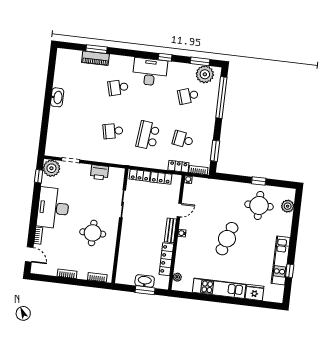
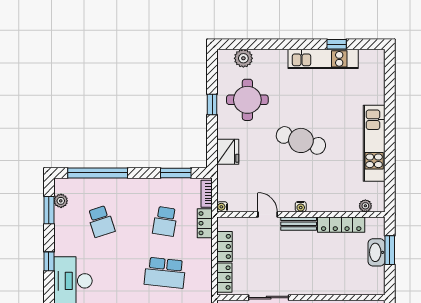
plant: (205, 74) -> (61, 201), width x0.53, depth x0.53
fridge: (254, 292) -> (228, 152), moved, turned 180

